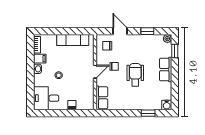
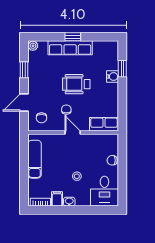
window: (175, 51) -> (73, 37), moved
row of seats: (166, 70) -> (70, 48), width x1.48
water cooler: (167, 105) -> (113, 77), moved

